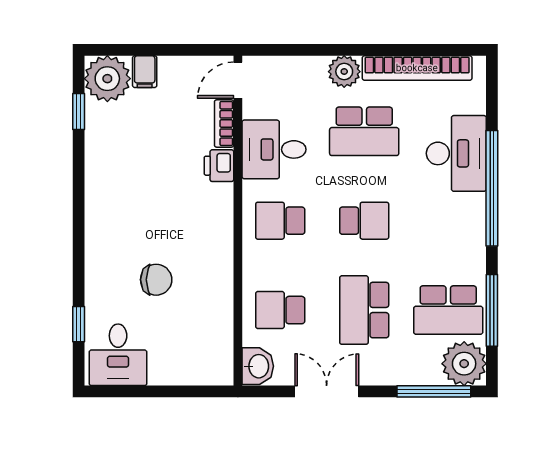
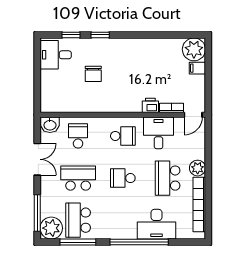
door: (238, 80) -> (193, 115), swing flipped
window: (79, 112) -> (100, 35), moved
school desk: (280, 221) -> (123, 136), turned 90
school desk: (364, 221) -> (123, 178), turned 90

